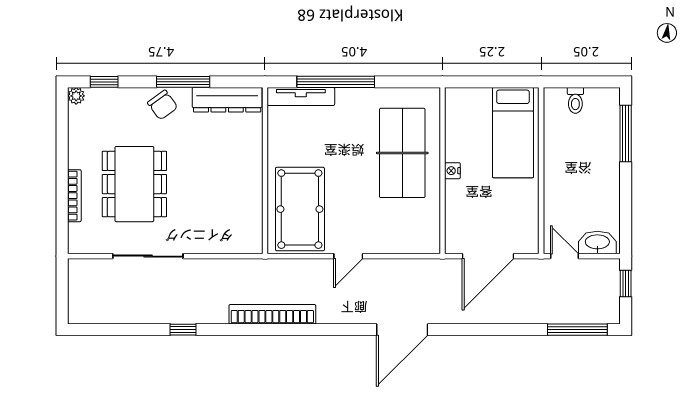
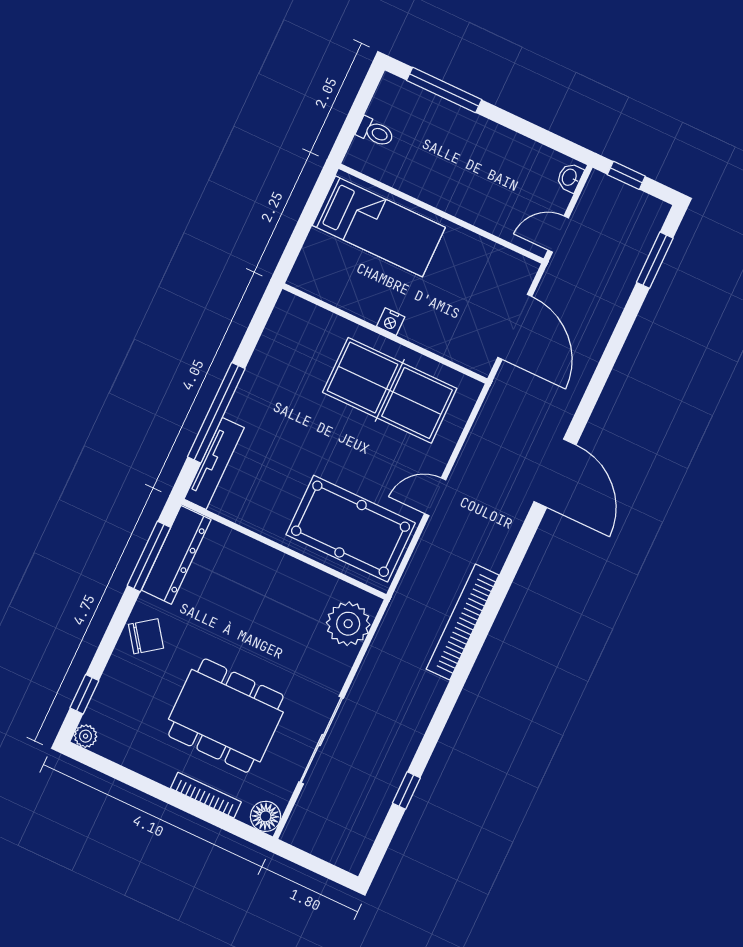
window: (183, 82) -> (149, 556), moved
table tennis table: (402, 153) -> (390, 390), moved
plant: (235, 238) -> (348, 624), added
washbasin: (597, 242) -> (570, 177), width x0.52, depth x0.69
floor lamp: (79, 243) -> (266, 816), added
door: (348, 256) -> (435, 497), swing flipped
window: (183, 330) -> (406, 790), moved
window: (577, 330) -> (655, 260), width x0.69

